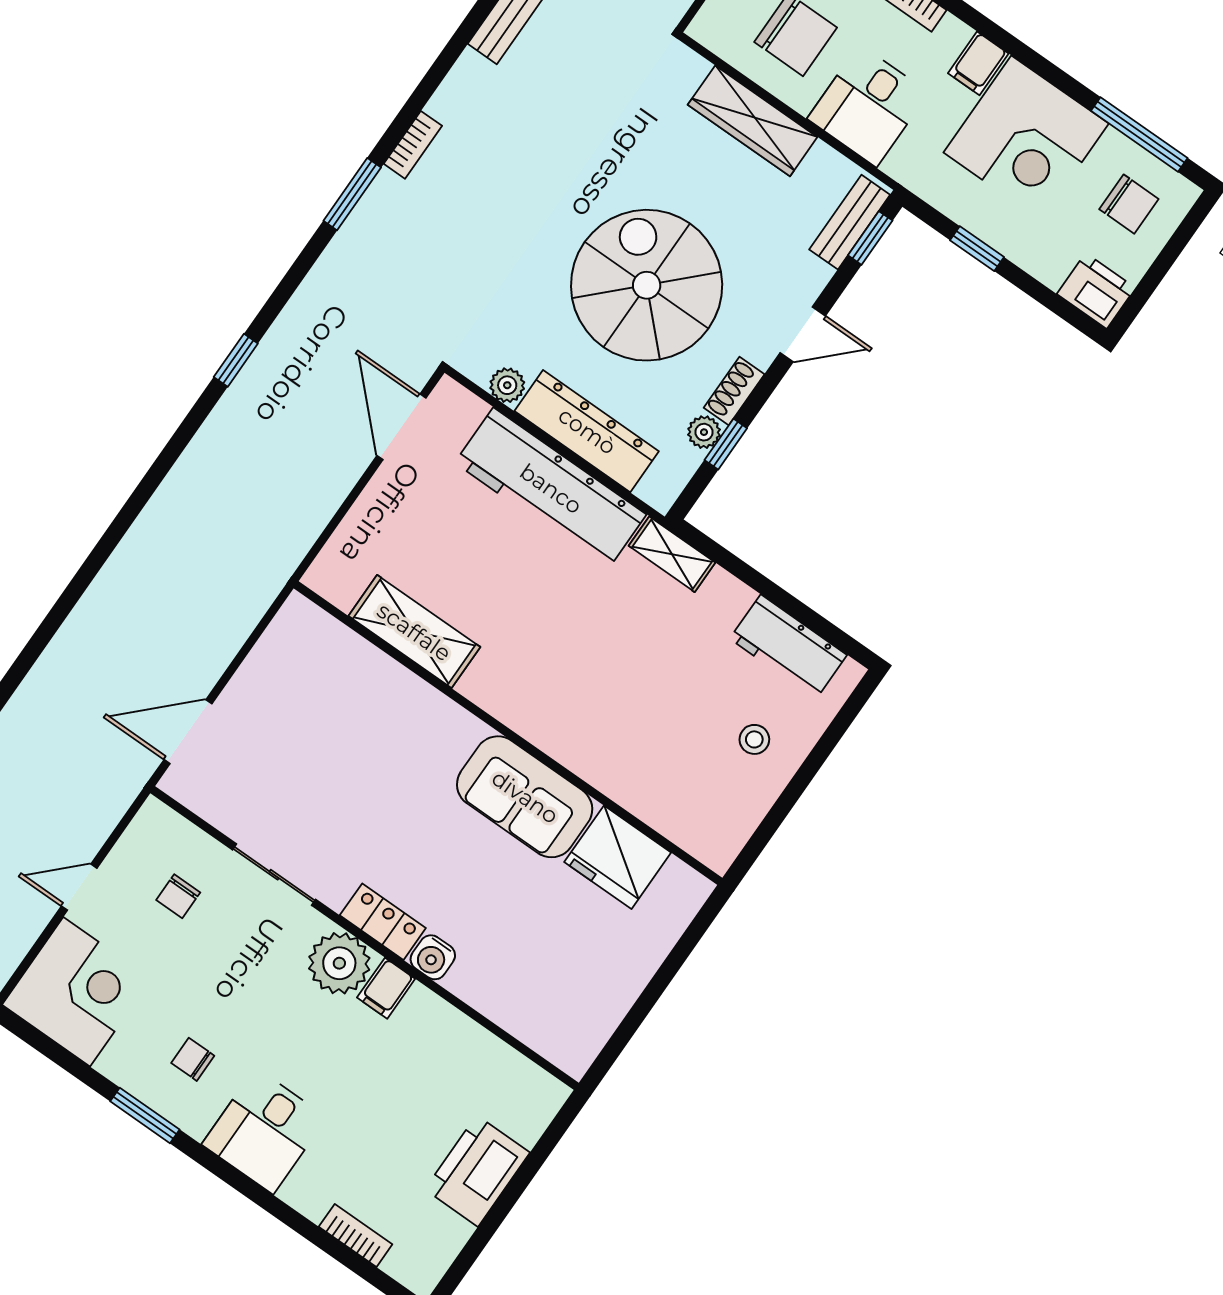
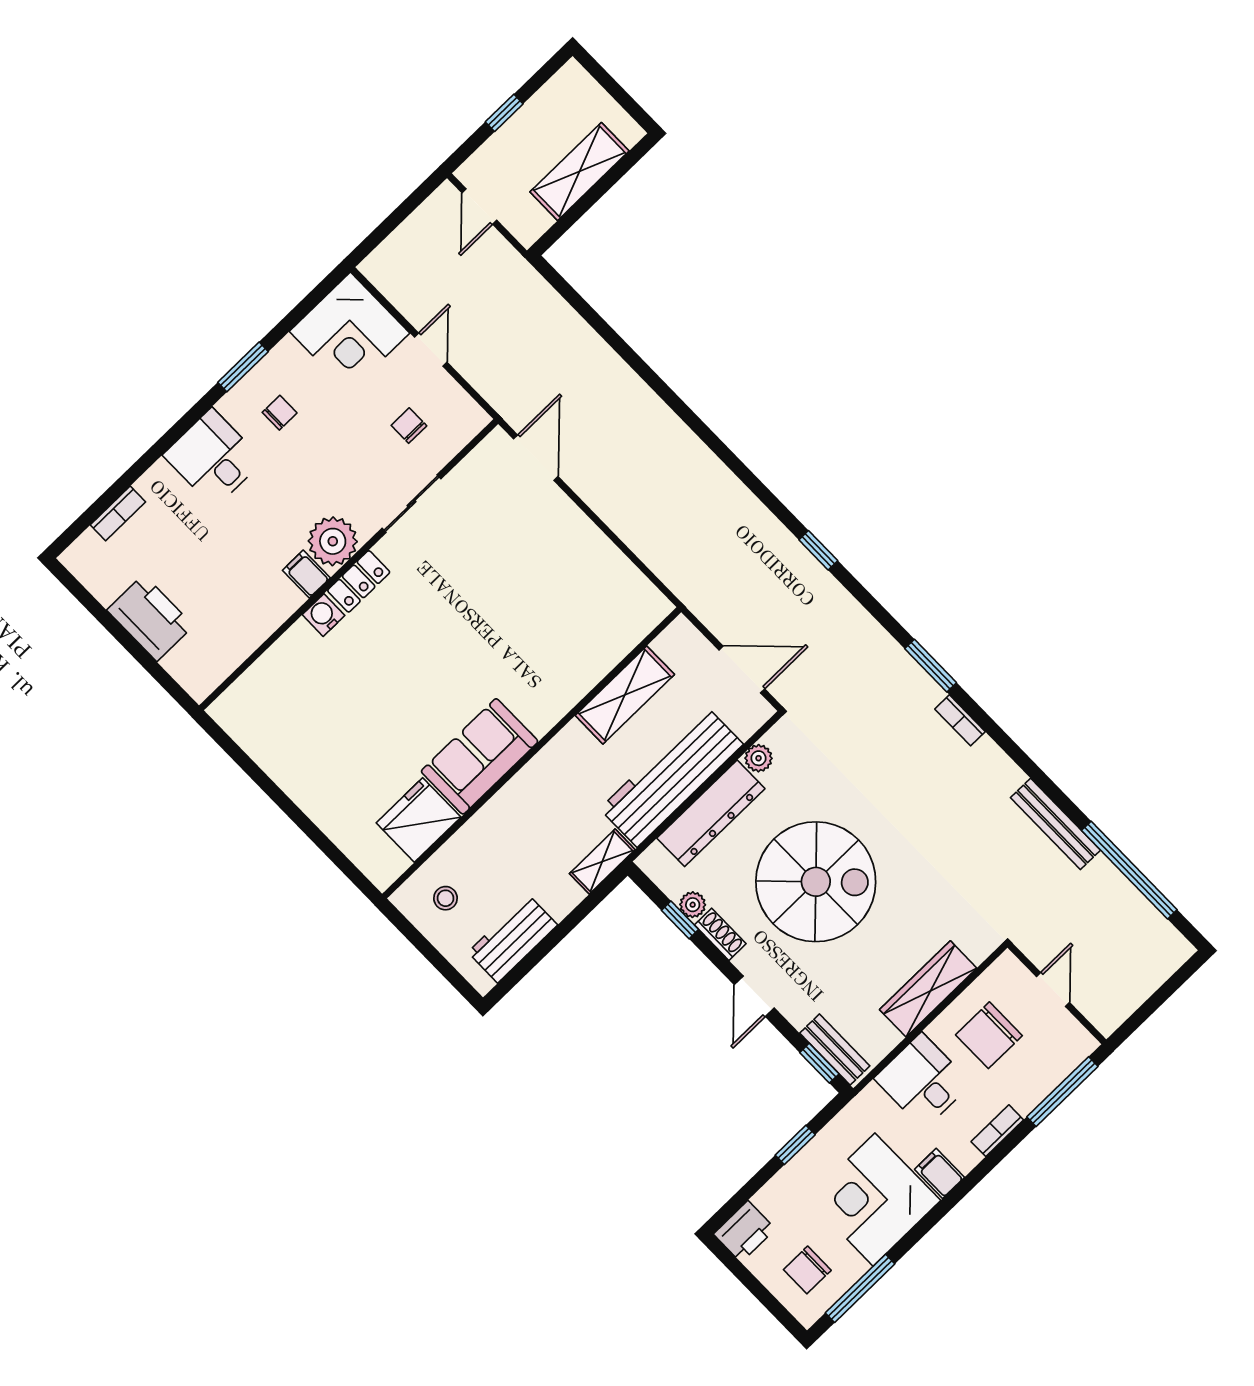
shelving: (414, 632) -> (625, 695), moved
wall: (508, 733) -> (532, 753), moved
sofa: (525, 797) -> (480, 756), moved
fridge: (618, 857) -> (419, 820), moved

